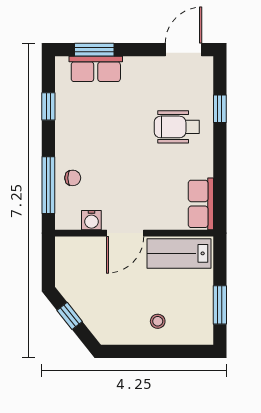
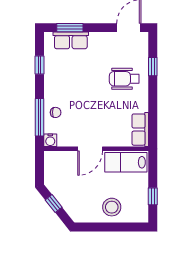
water cooler: (91, 220) -> (50, 140), moved
window: (220, 305) -> (153, 196), width x0.67
stool: (158, 321) -> (112, 207), width x1.89, depth x1.89

